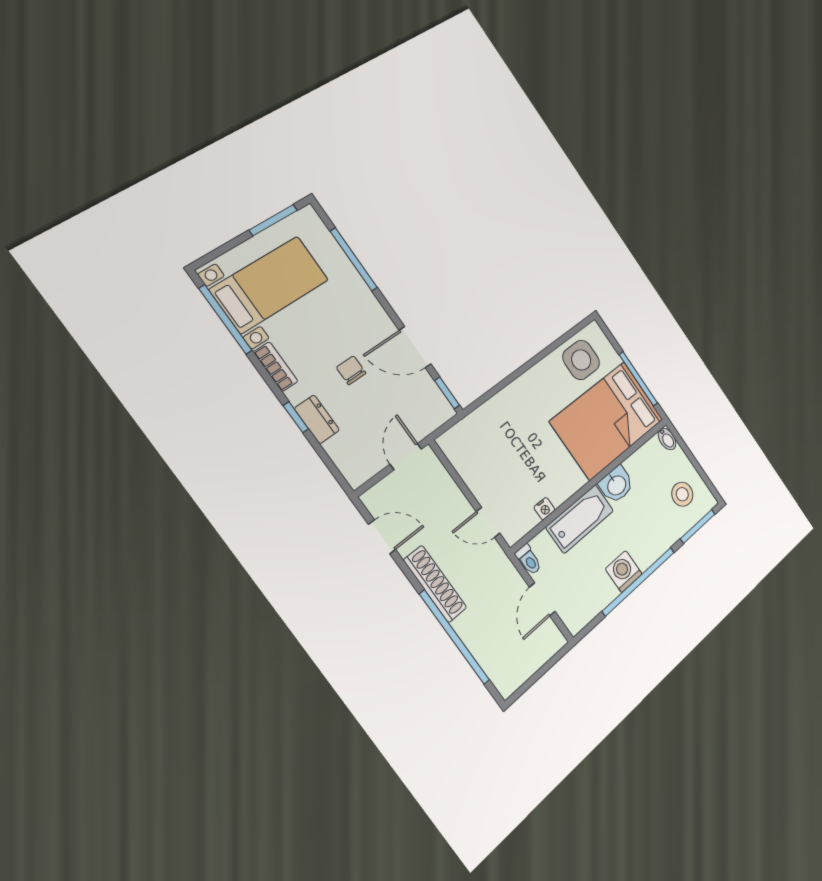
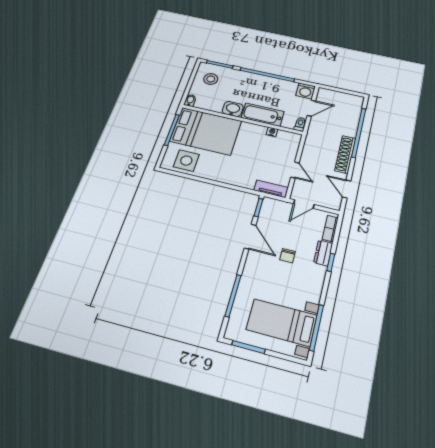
bookcase: (276, 367) -> (330, 229), moved
tv unit: (461, 432) -> (271, 189), added
door: (488, 523) -> (295, 170), moved
washing machine: (624, 571) -> (305, 91), moved

